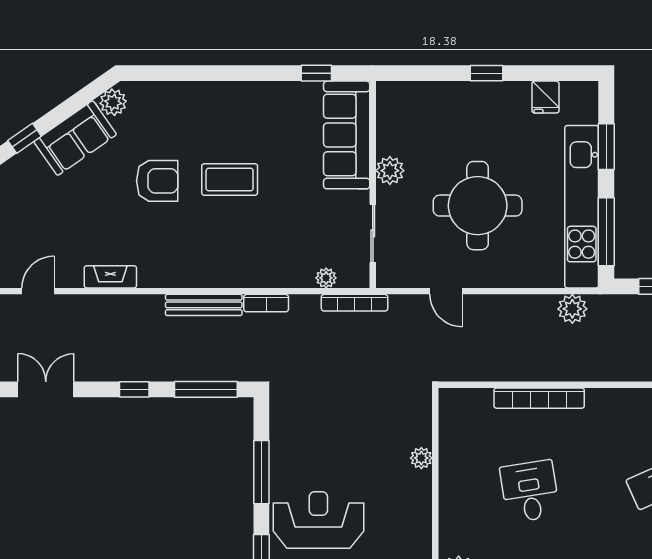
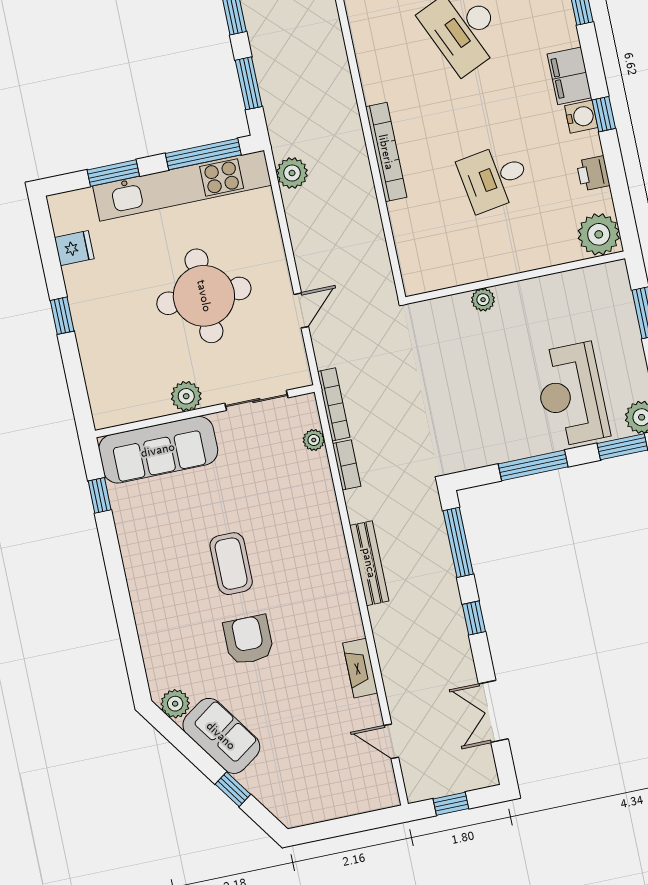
bookcase: (266, 303) -> (347, 465), moved
bookcase: (539, 398) -> (386, 152), moved

